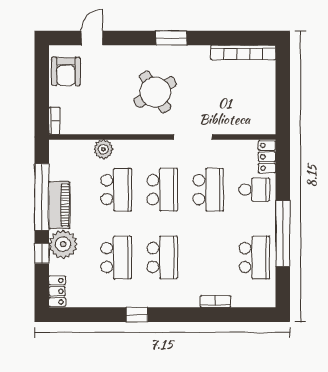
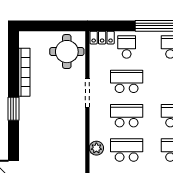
bookcase: (243, 52) -> (24, 72), moved
round table: (155, 92) -> (67, 52), moved, turned 32
plant: (103, 149) -> (96, 148), moved

